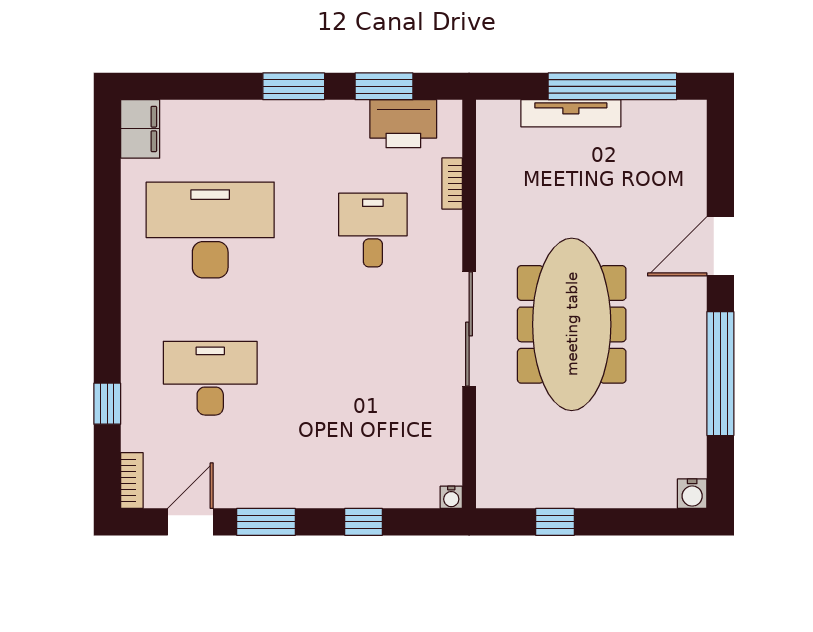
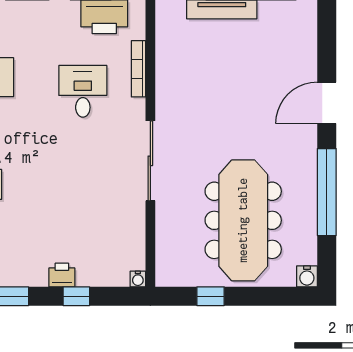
bookcase: (452, 183) -> (138, 69), width x1.56
meeting table: (572, 324) -> (243, 220), moved
printer: (343, 492) -> (62, 275), added

